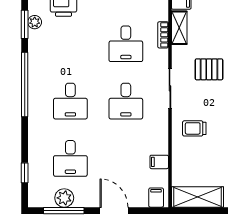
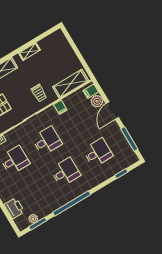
filing cabinet: (159, 162) -> (60, 107), moved
shelving: (197, 197) -> (71, 84), moved, turned 90
plant: (64, 198) -> (97, 101), moved

